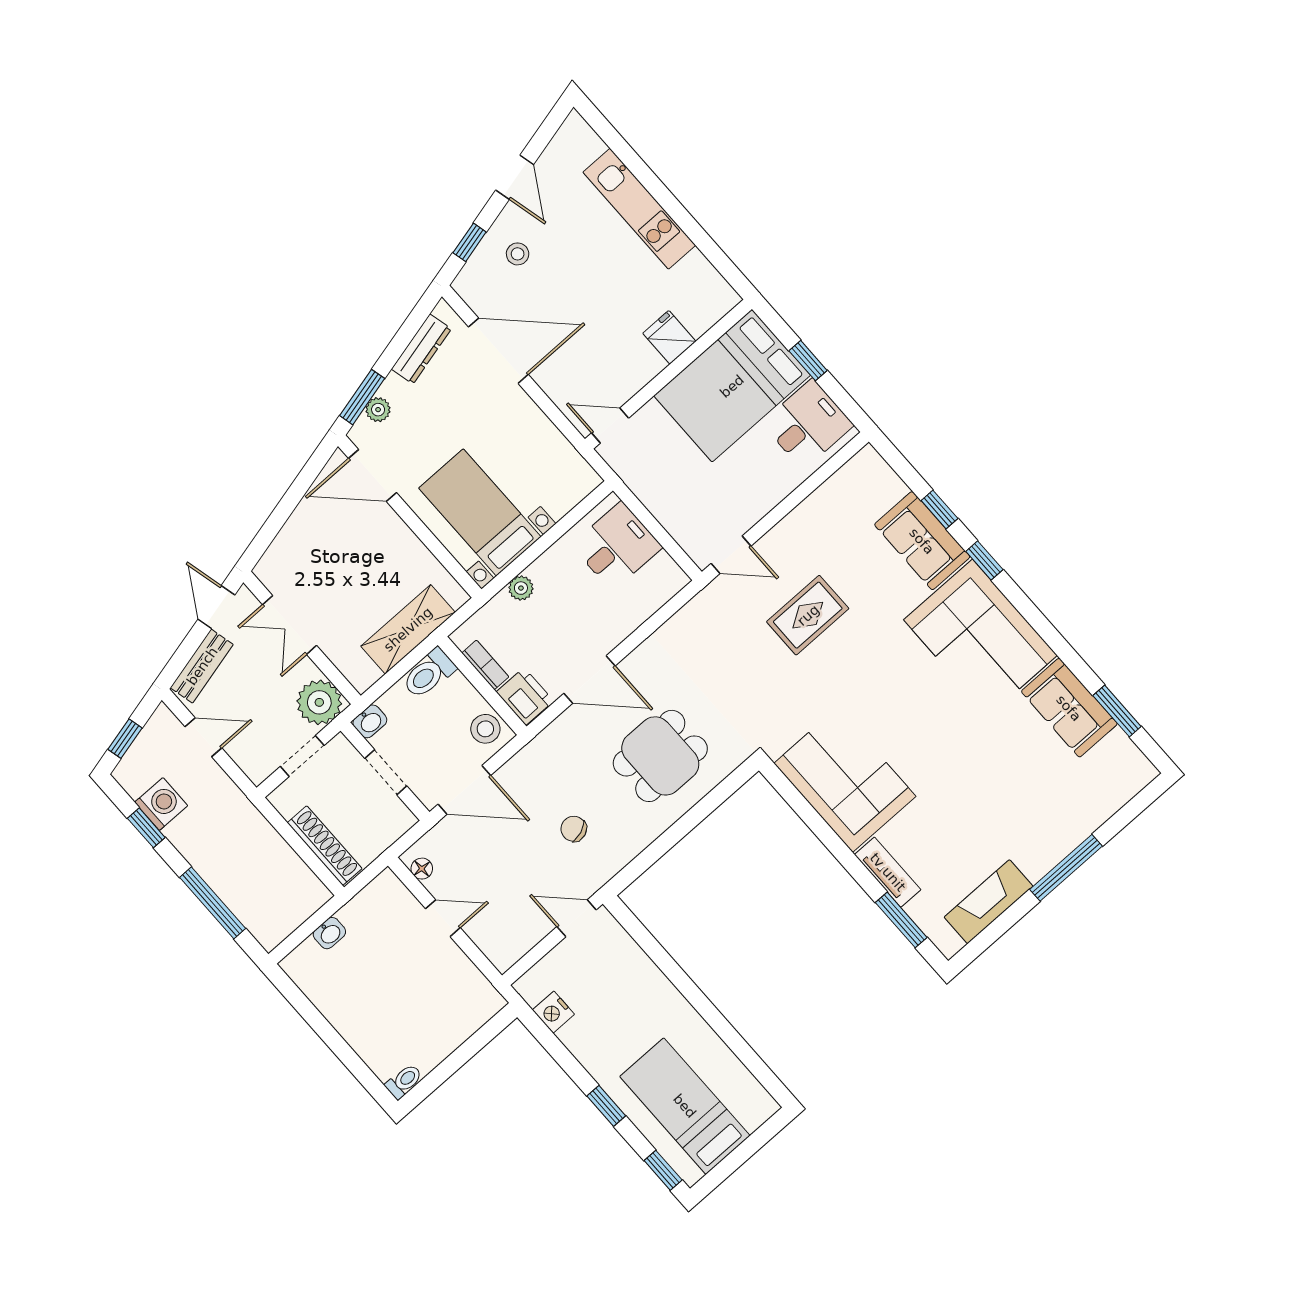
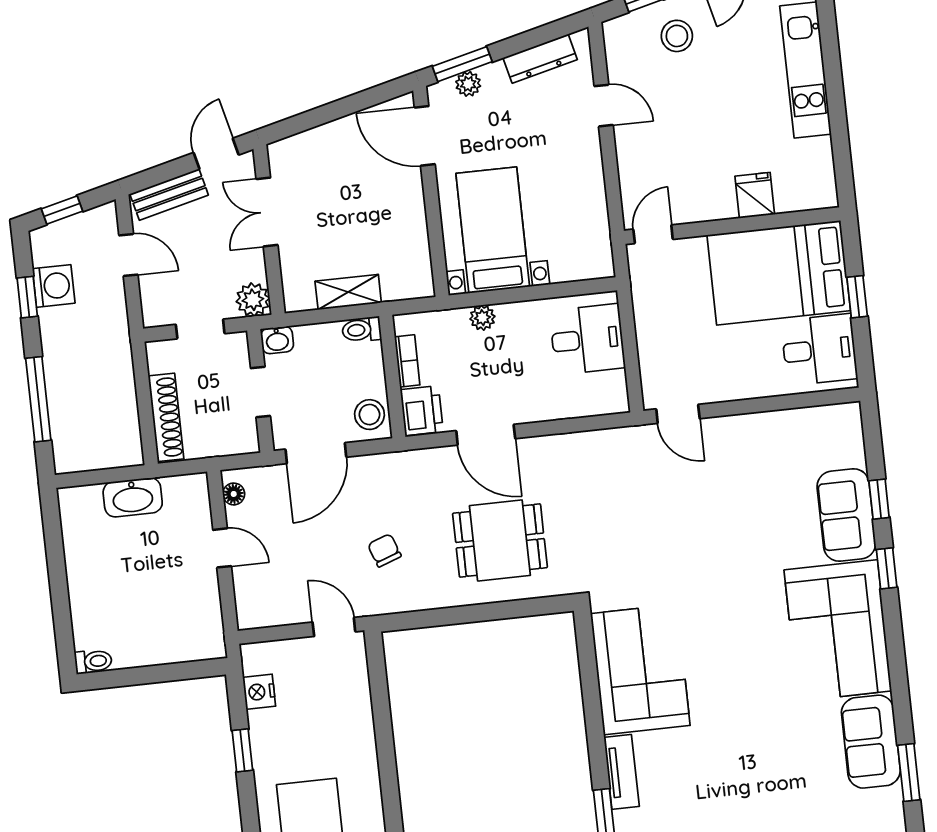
stool: (518, 254) -> (677, 36), width x1.37, depth x1.37
door: (498, 351) -> (604, 106), width x0.53
door: (610, 426) -> (653, 234), hinge flipped
rug: (808, 615) -> (706, 510), removed
shelving: (408, 629) -> (348, 292), width x0.67, depth x0.75
toilet: (429, 674) -> (362, 330), width x0.73, depth x0.72
plant: (319, 702) -> (253, 300), width x0.73, depth x0.73
door: (464, 790) -> (316, 453), hinge flipped
washbasin: (329, 933) -> (133, 497), width x1.91, depth x1.45
window: (606, 1106) -> (242, 750), moved

